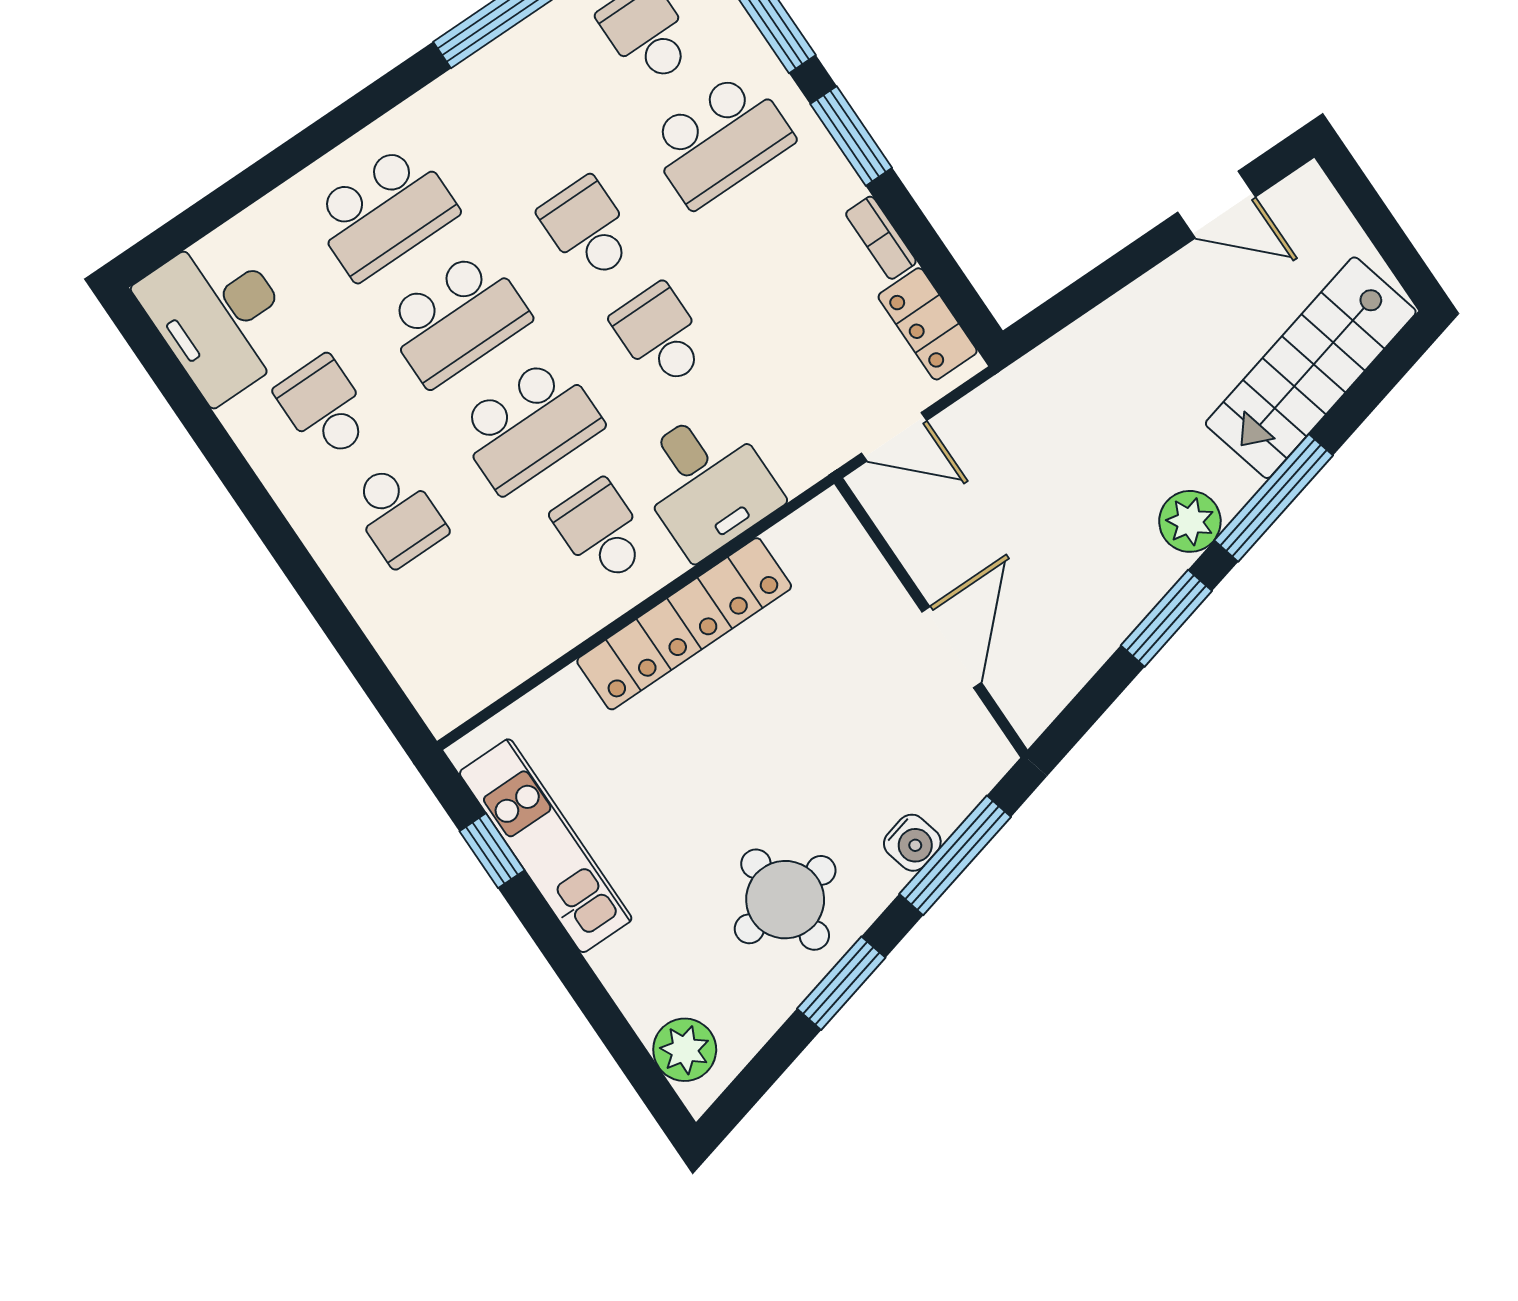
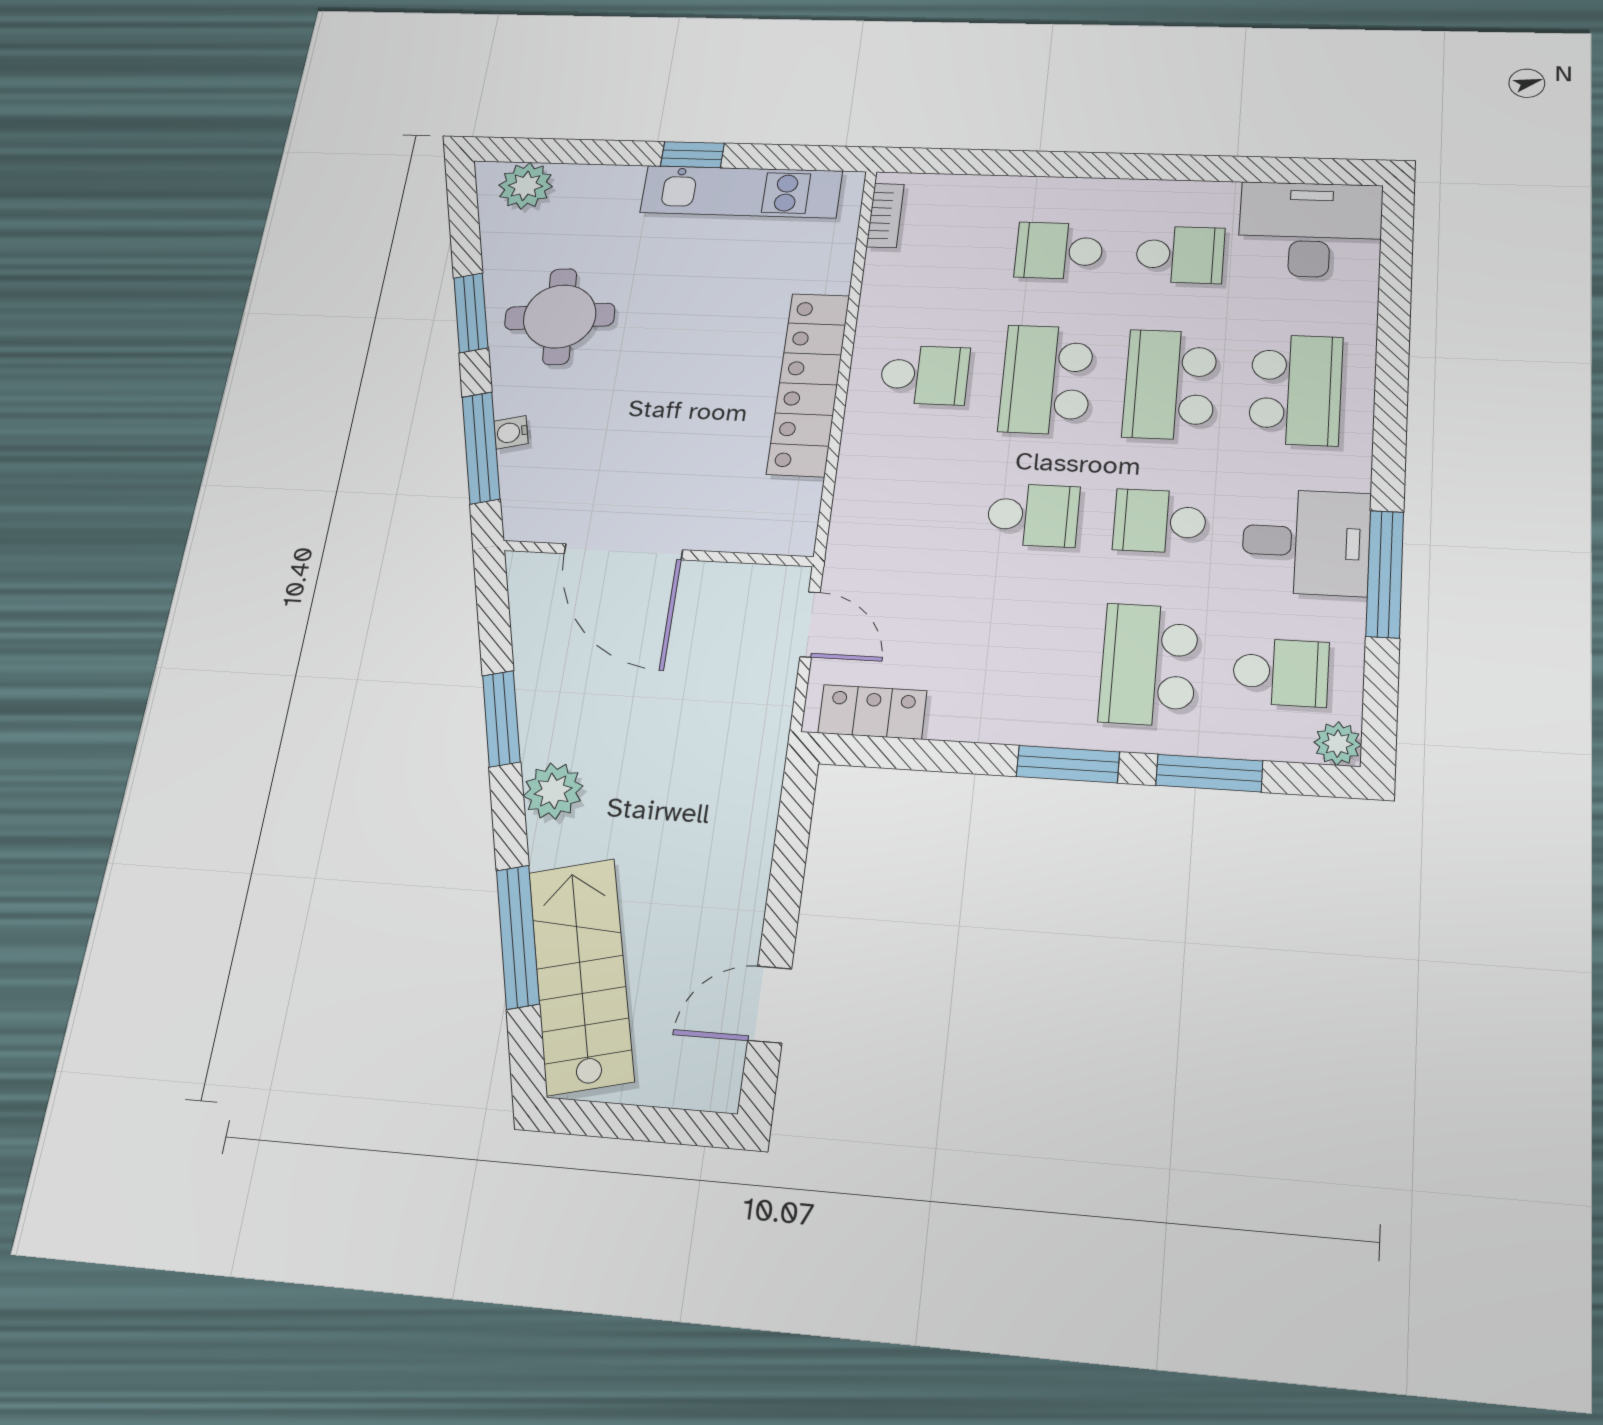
school desk: (384, 212) -> (1296, 390), turned 180
school desk: (588, 229) -> (1160, 521), turned 180
bookcase: (881, 238) -> (885, 215), moved, turned 90
door: (894, 437) -> (810, 624), swing flipped
desk: (706, 483) -> (1306, 542), moved, turned 180
window: (1274, 498) -> (518, 937), moved
door: (952, 647) -> (623, 552), width x1.36
water cooler: (912, 843) -> (511, 432), width x0.72, depth x0.72
window: (492, 851) -> (692, 155), moved

